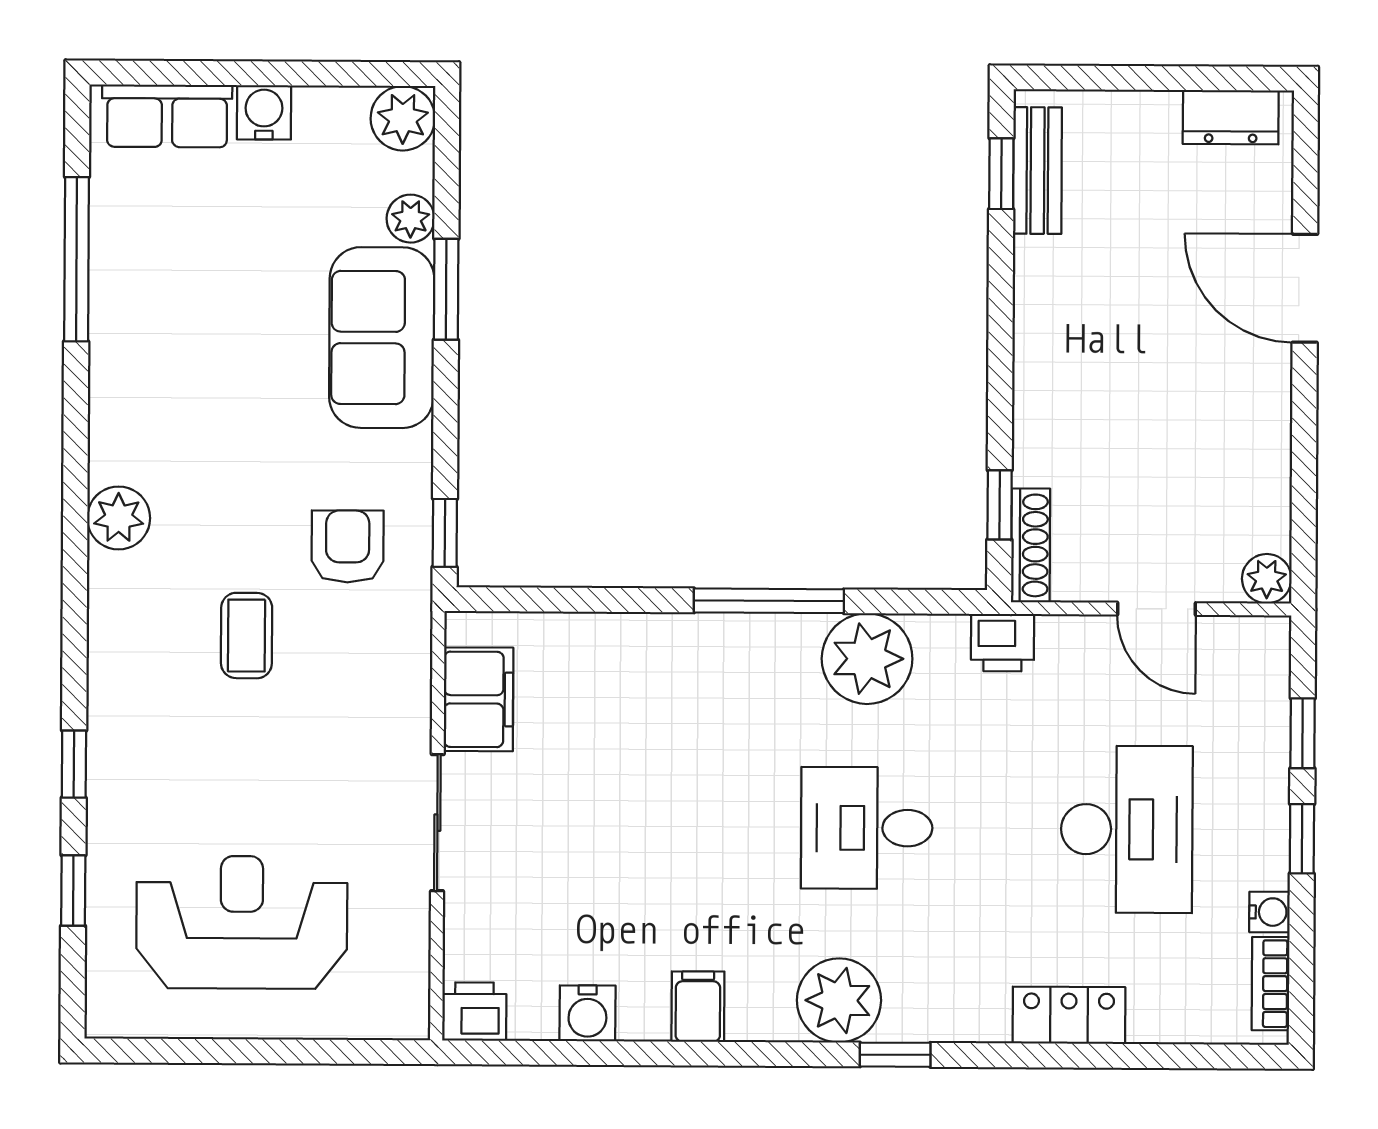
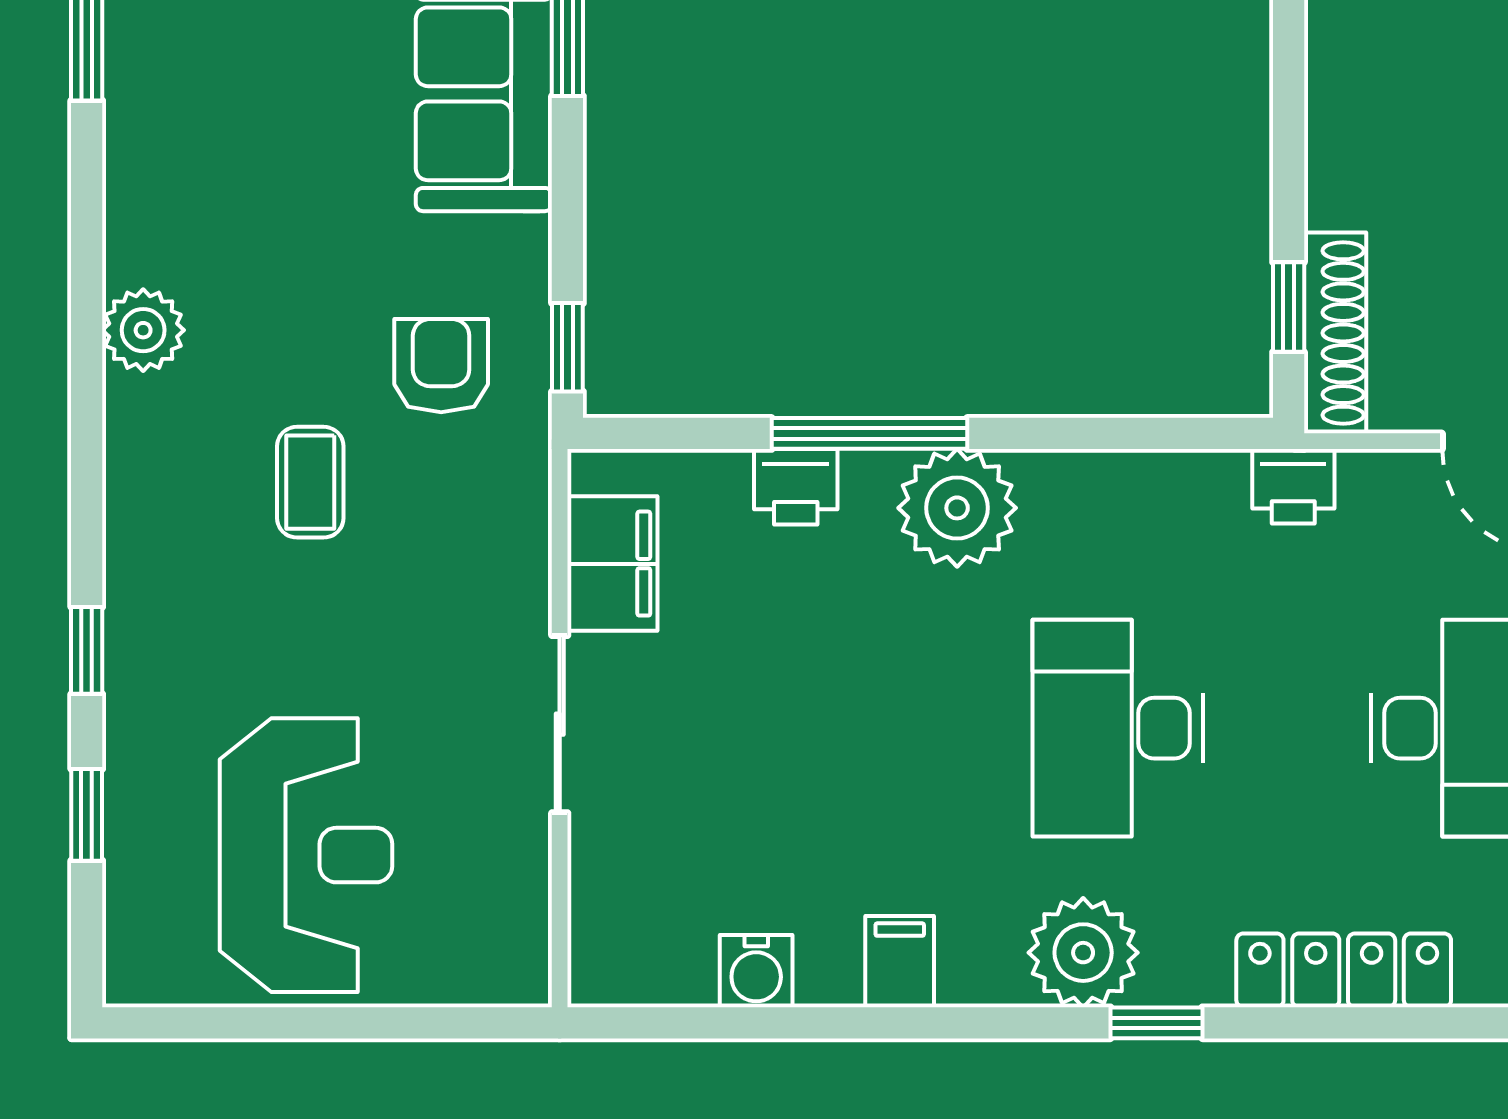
shoe rack: (1031, 545) -> (1335, 333), width x1.36, depth x1.24
window: (769, 601) -> (869, 433), moved
plant: (867, 659) -> (957, 508), moved
desk: (867, 828) -> (1118, 728), width x1.37
reception desk: (242, 922) -> (306, 855), turned 90
printer: (474, 1011) -> (796, 487), moved, turned 180
locker: (1069, 1015) -> (1344, 970), width x1.53

